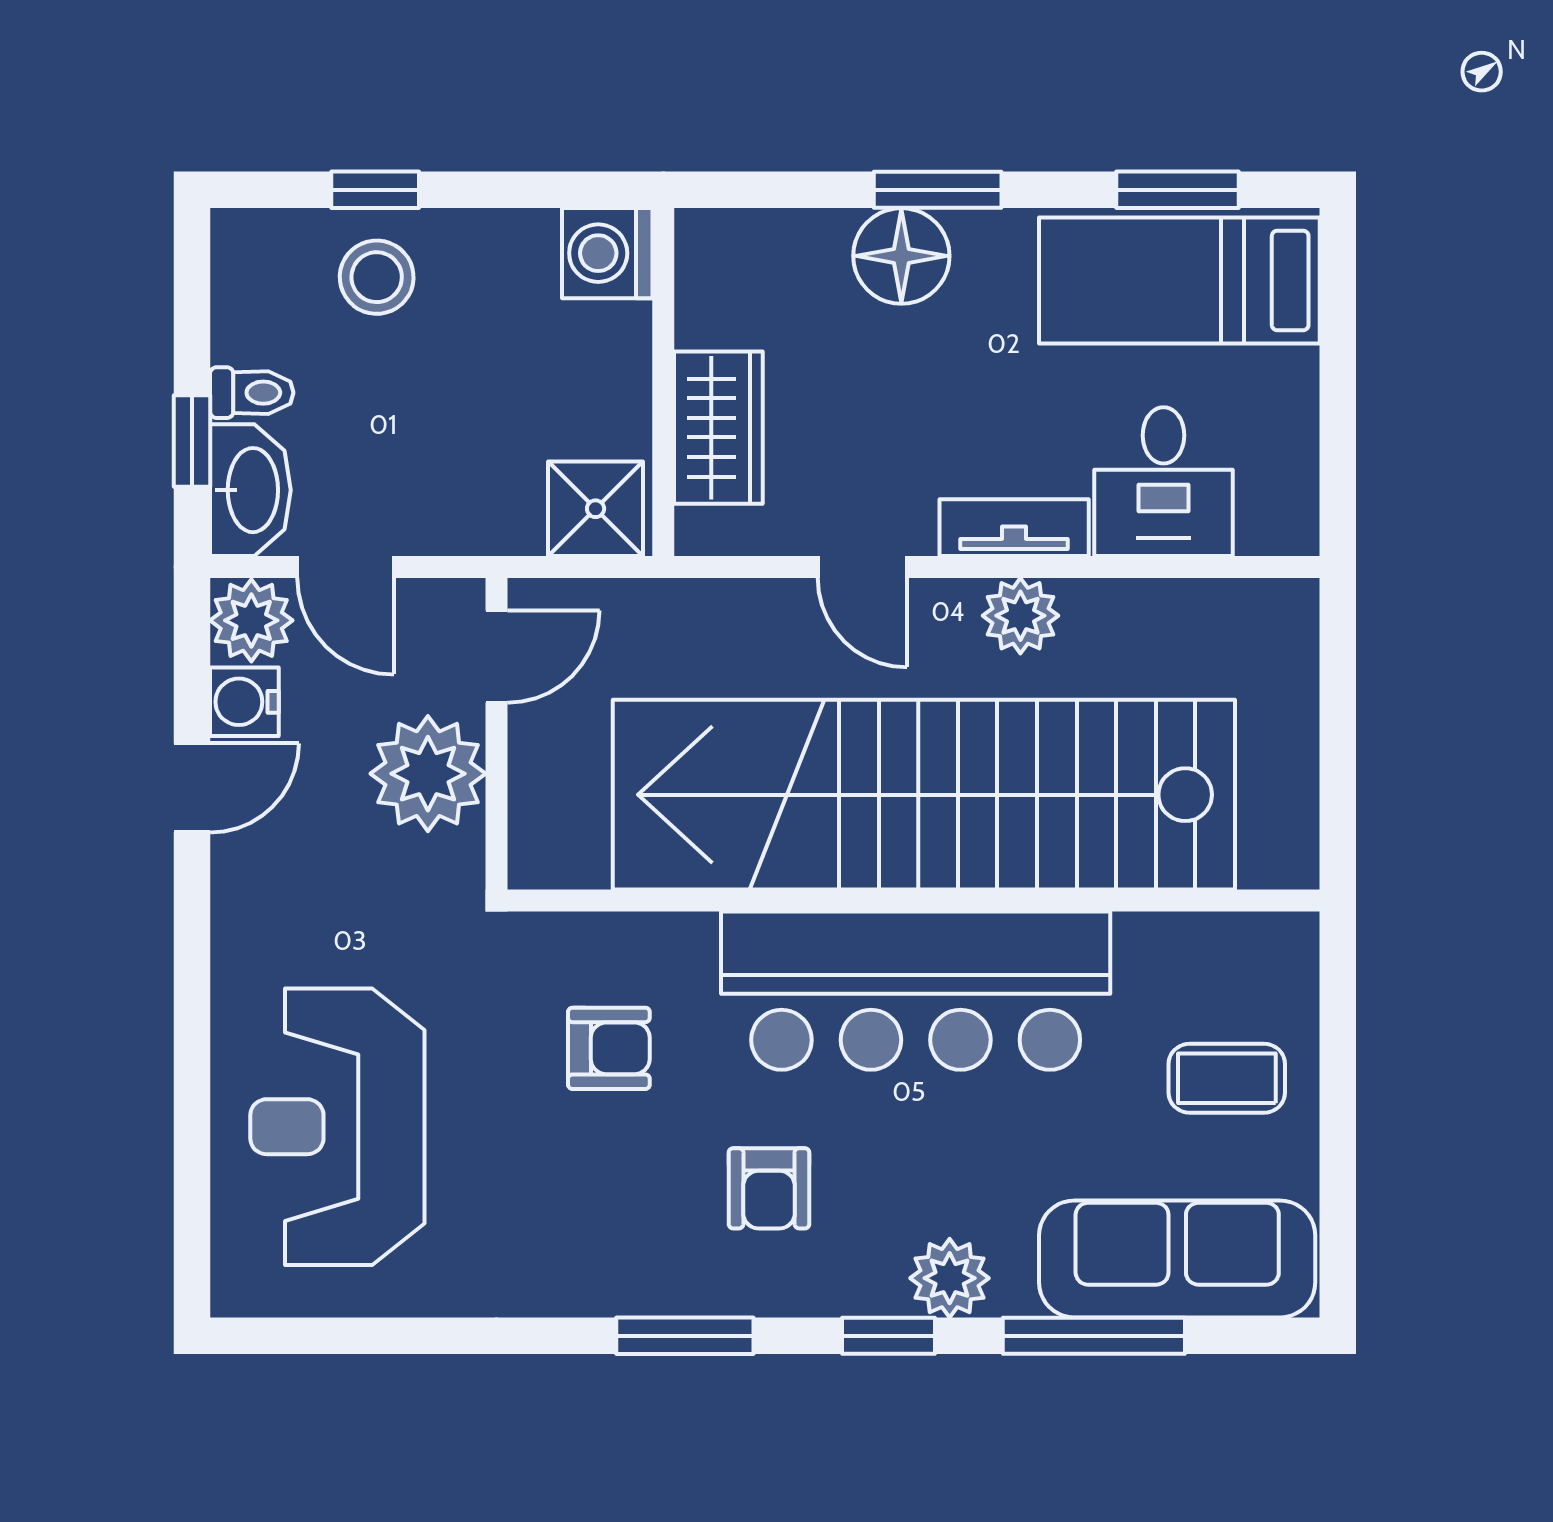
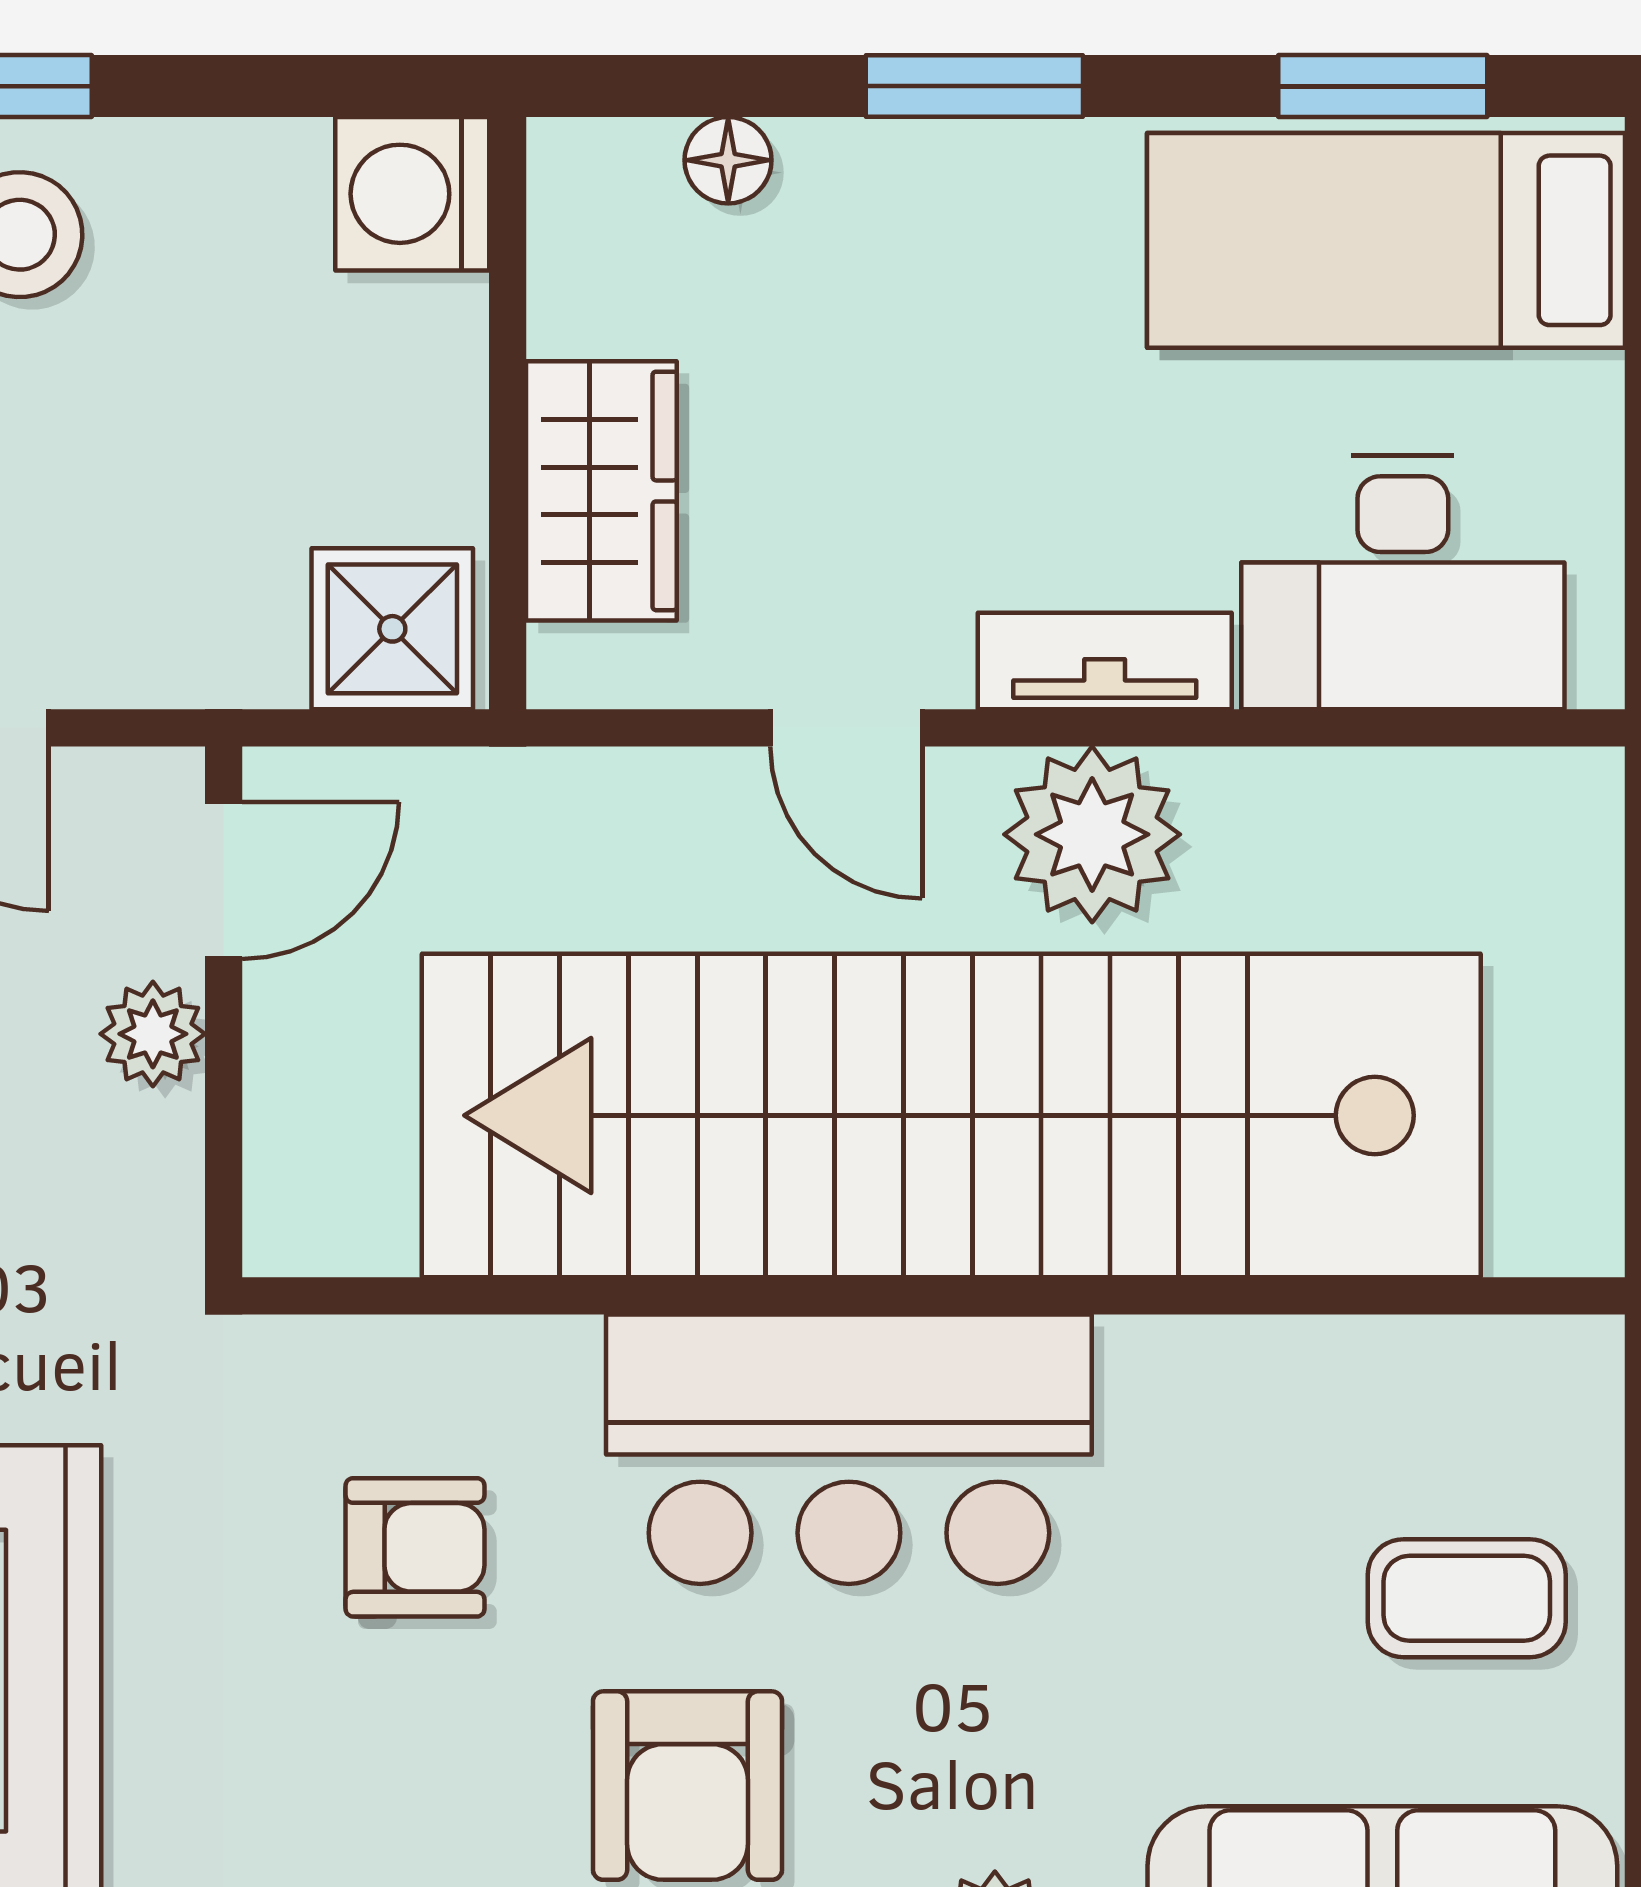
floor lamp: (901, 256) -> (728, 160), moved, width x0.53, depth x0.53
desk: (1163, 482) -> (1403, 583), width x1.37
plant: (1020, 616) -> (1092, 834), width x1.36, depth x1.36
plant: (428, 774) -> (153, 1034), width x0.53, depth x0.53
bar counter: (916, 991) -> (849, 1449), width x0.73
armchair: (769, 1188) -> (688, 1786), width x1.38, depth x1.38

